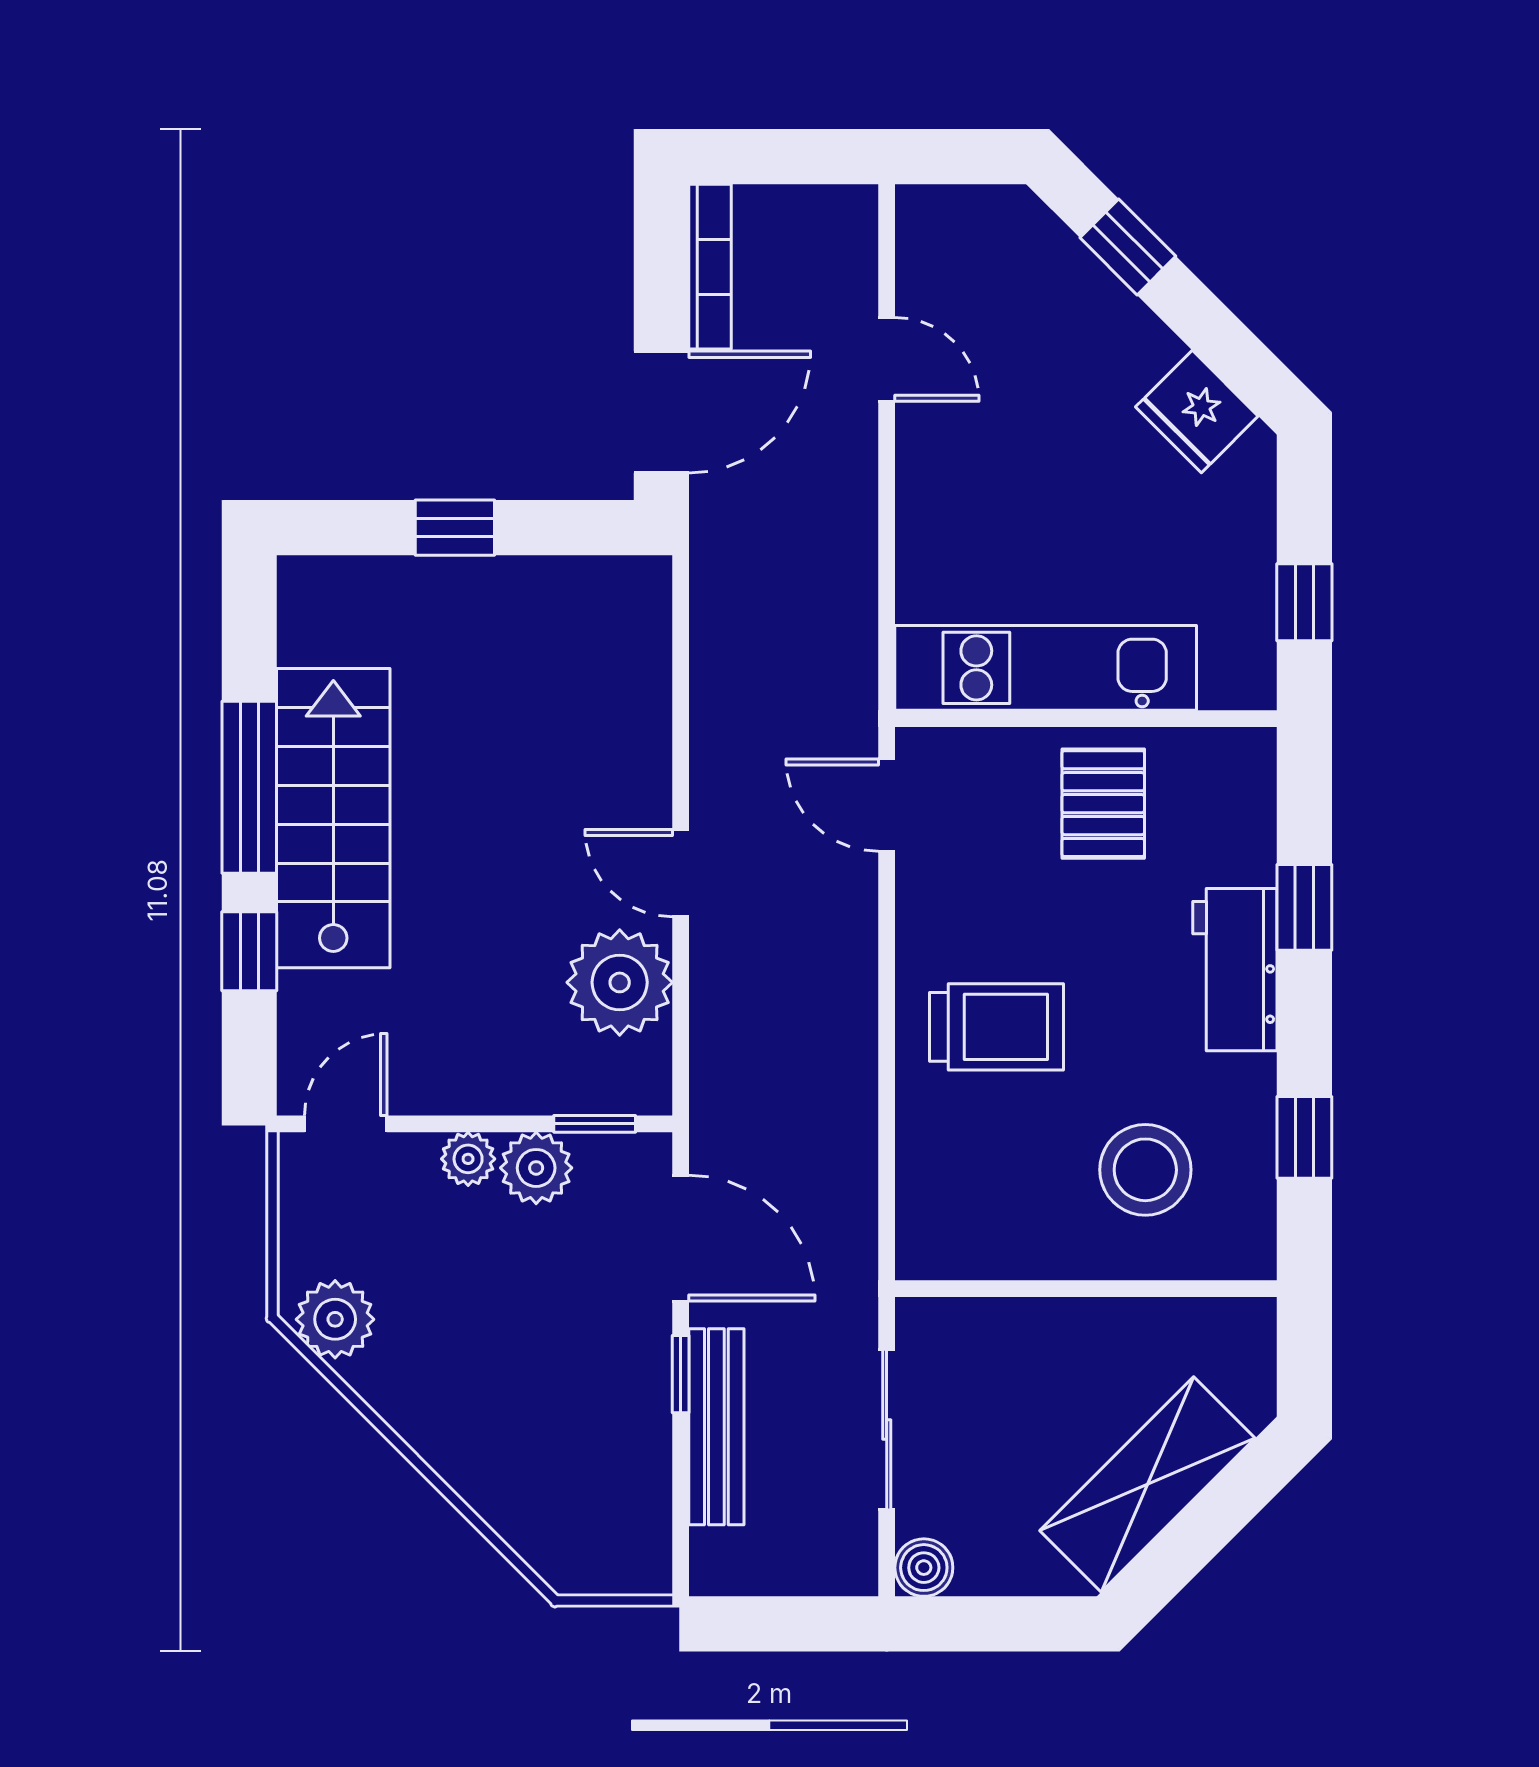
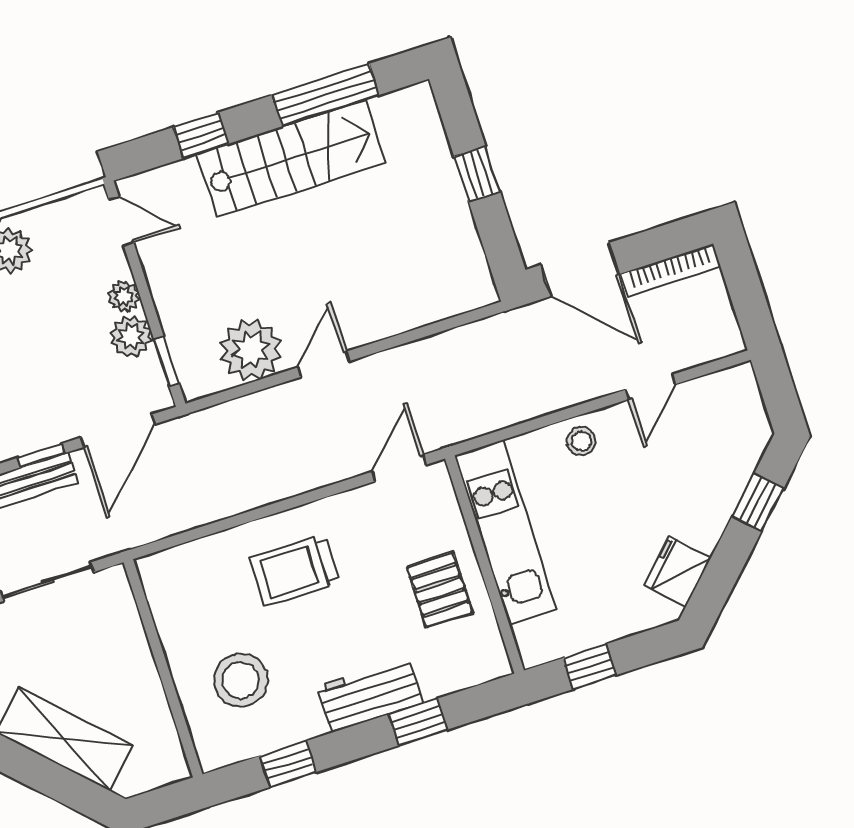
stool: (938, 499) -> (581, 441), added
window: (249, 787) -> (326, 95), moved
pallet: (1103, 804) -> (440, 590), turned 90
trolley: (997, 1027) -> (294, 570), turned 90

